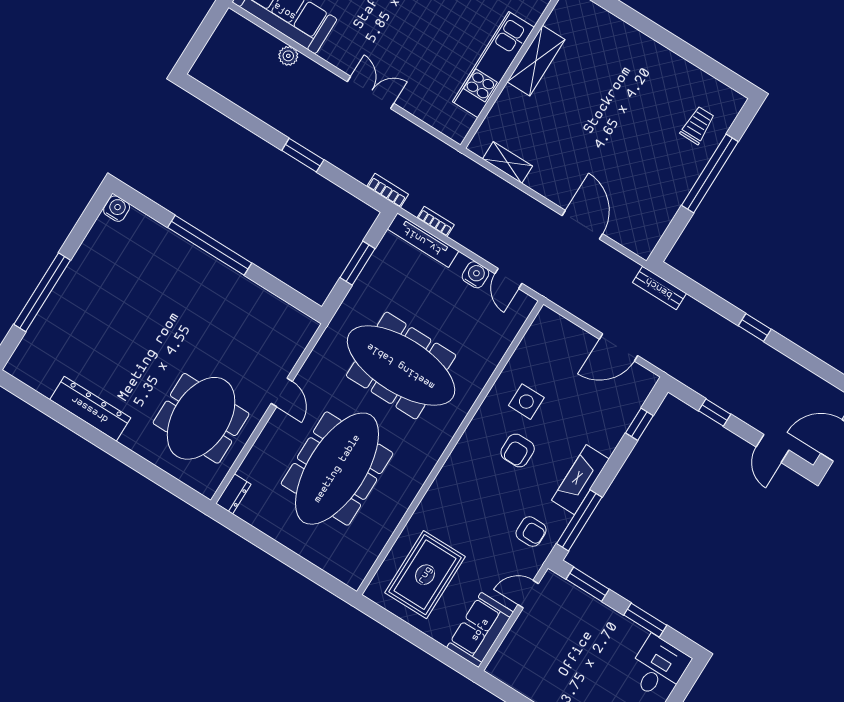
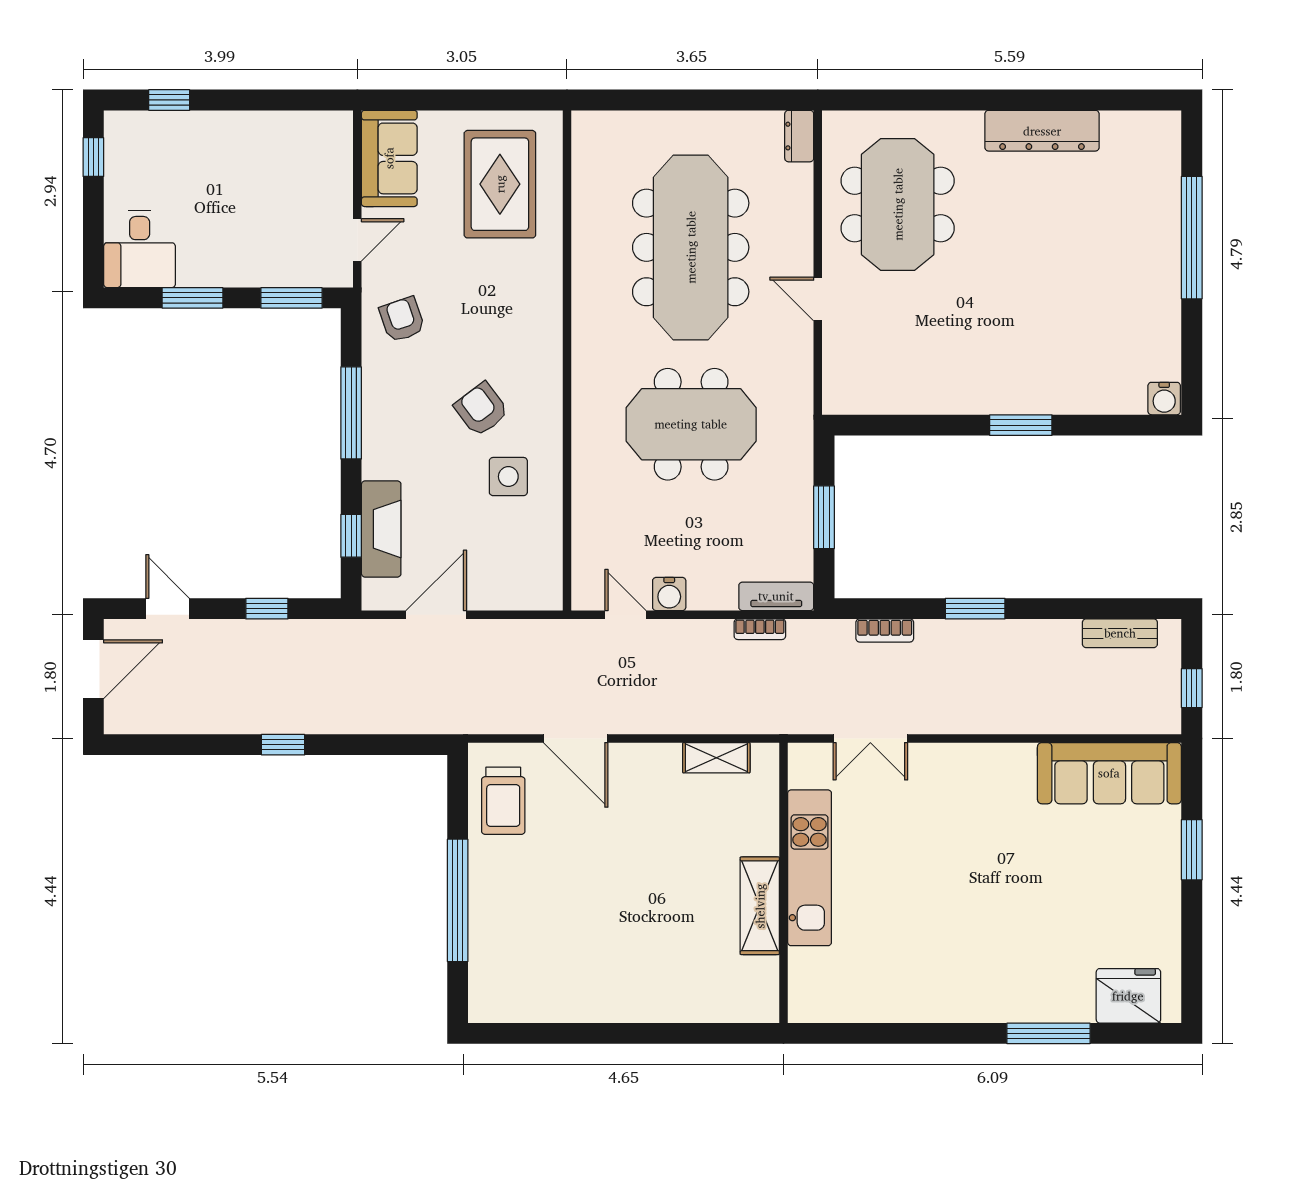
window: (206, 30) -> (1192, 688), added
plant: (288, 56) -> (1070, 720), removed
double door: (371, 92) -> (870, 739), moved
trolley: (697, 125) -> (503, 801), moved, width x1.36, depth x1.39
bookcase: (388, 190) -> (885, 630), moved
tv unit: (423, 240) -> (776, 596), width x0.71
window: (210, 245) -> (1021, 425), width x0.47
bench: (659, 288) -> (1120, 633), moved
meeting table: (401, 366) -> (691, 424), width x0.73
armchair: (518, 450) -> (481, 409), turned -37
fireplace: (580, 480) -> (381, 529), moved
window: (579, 520) -> (351, 413), moved
armchair: (531, 532) -> (402, 319), turned 71

